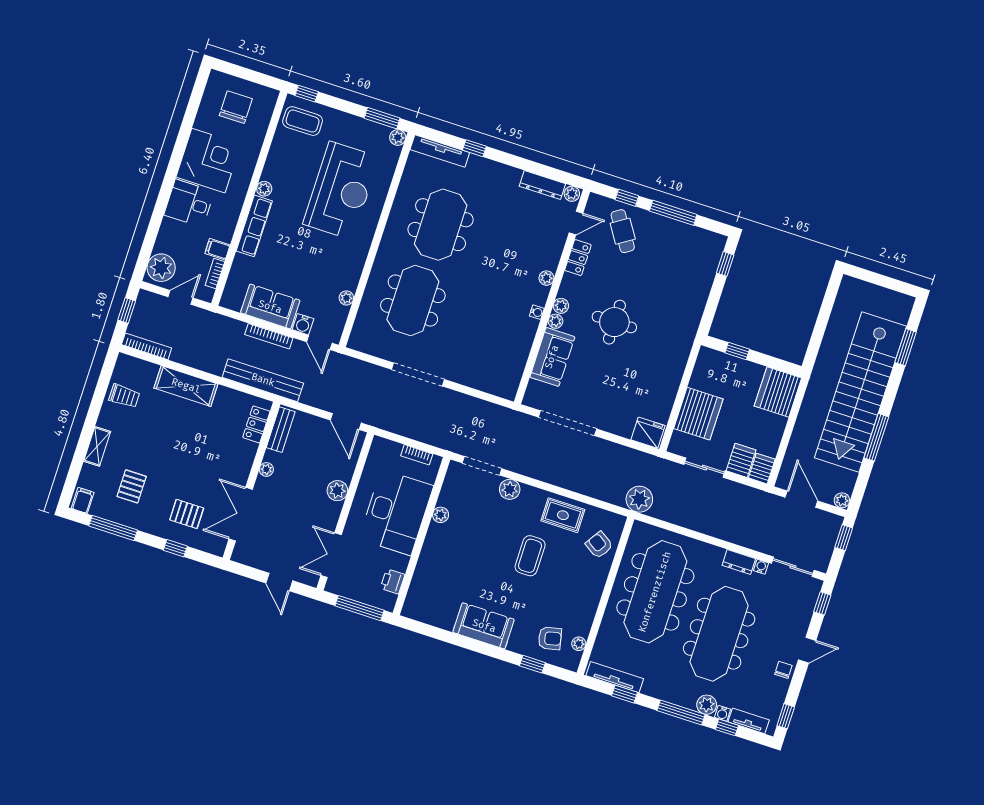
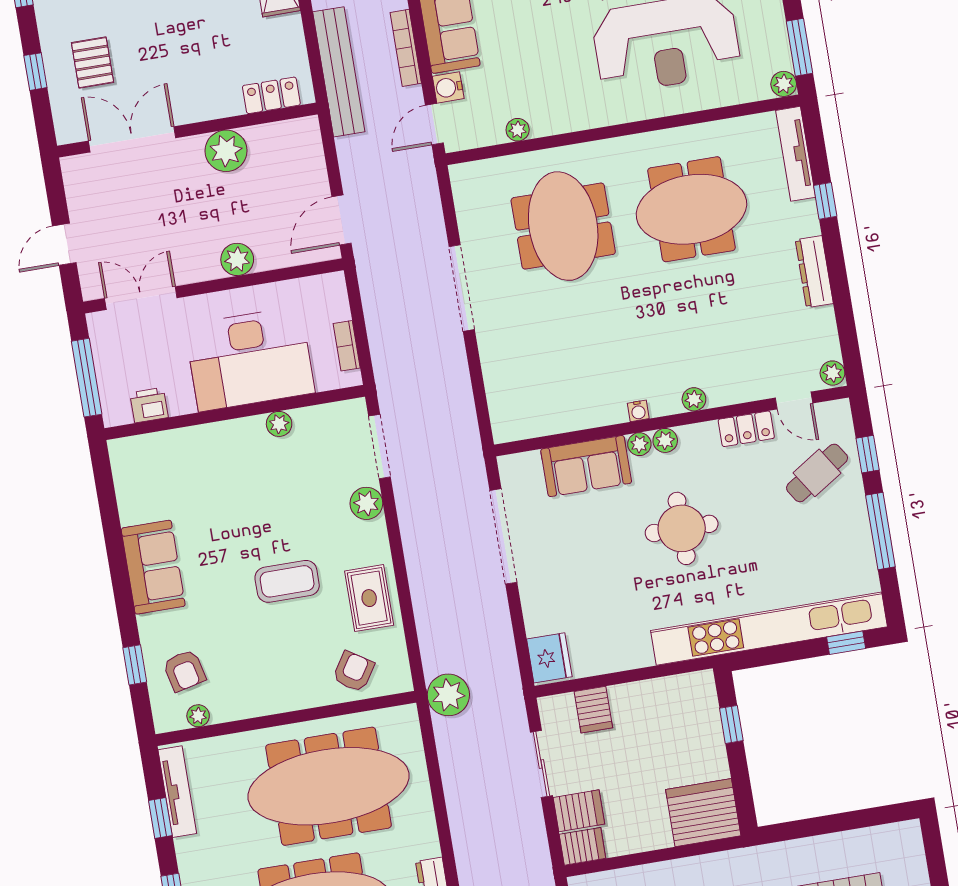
dresser: (542, 185) -> (814, 272), moved
meeting table: (413, 301) -> (563, 226), turned 90
kitchen unit: (695, 303) -> (769, 629), added
server rack: (698, 414) -> (593, 710), width x0.46, depth x0.70
bench: (281, 430) -> (282, 134), removed
plant: (266, 469) -> (226, 151), width x1.87, depth x1.87

